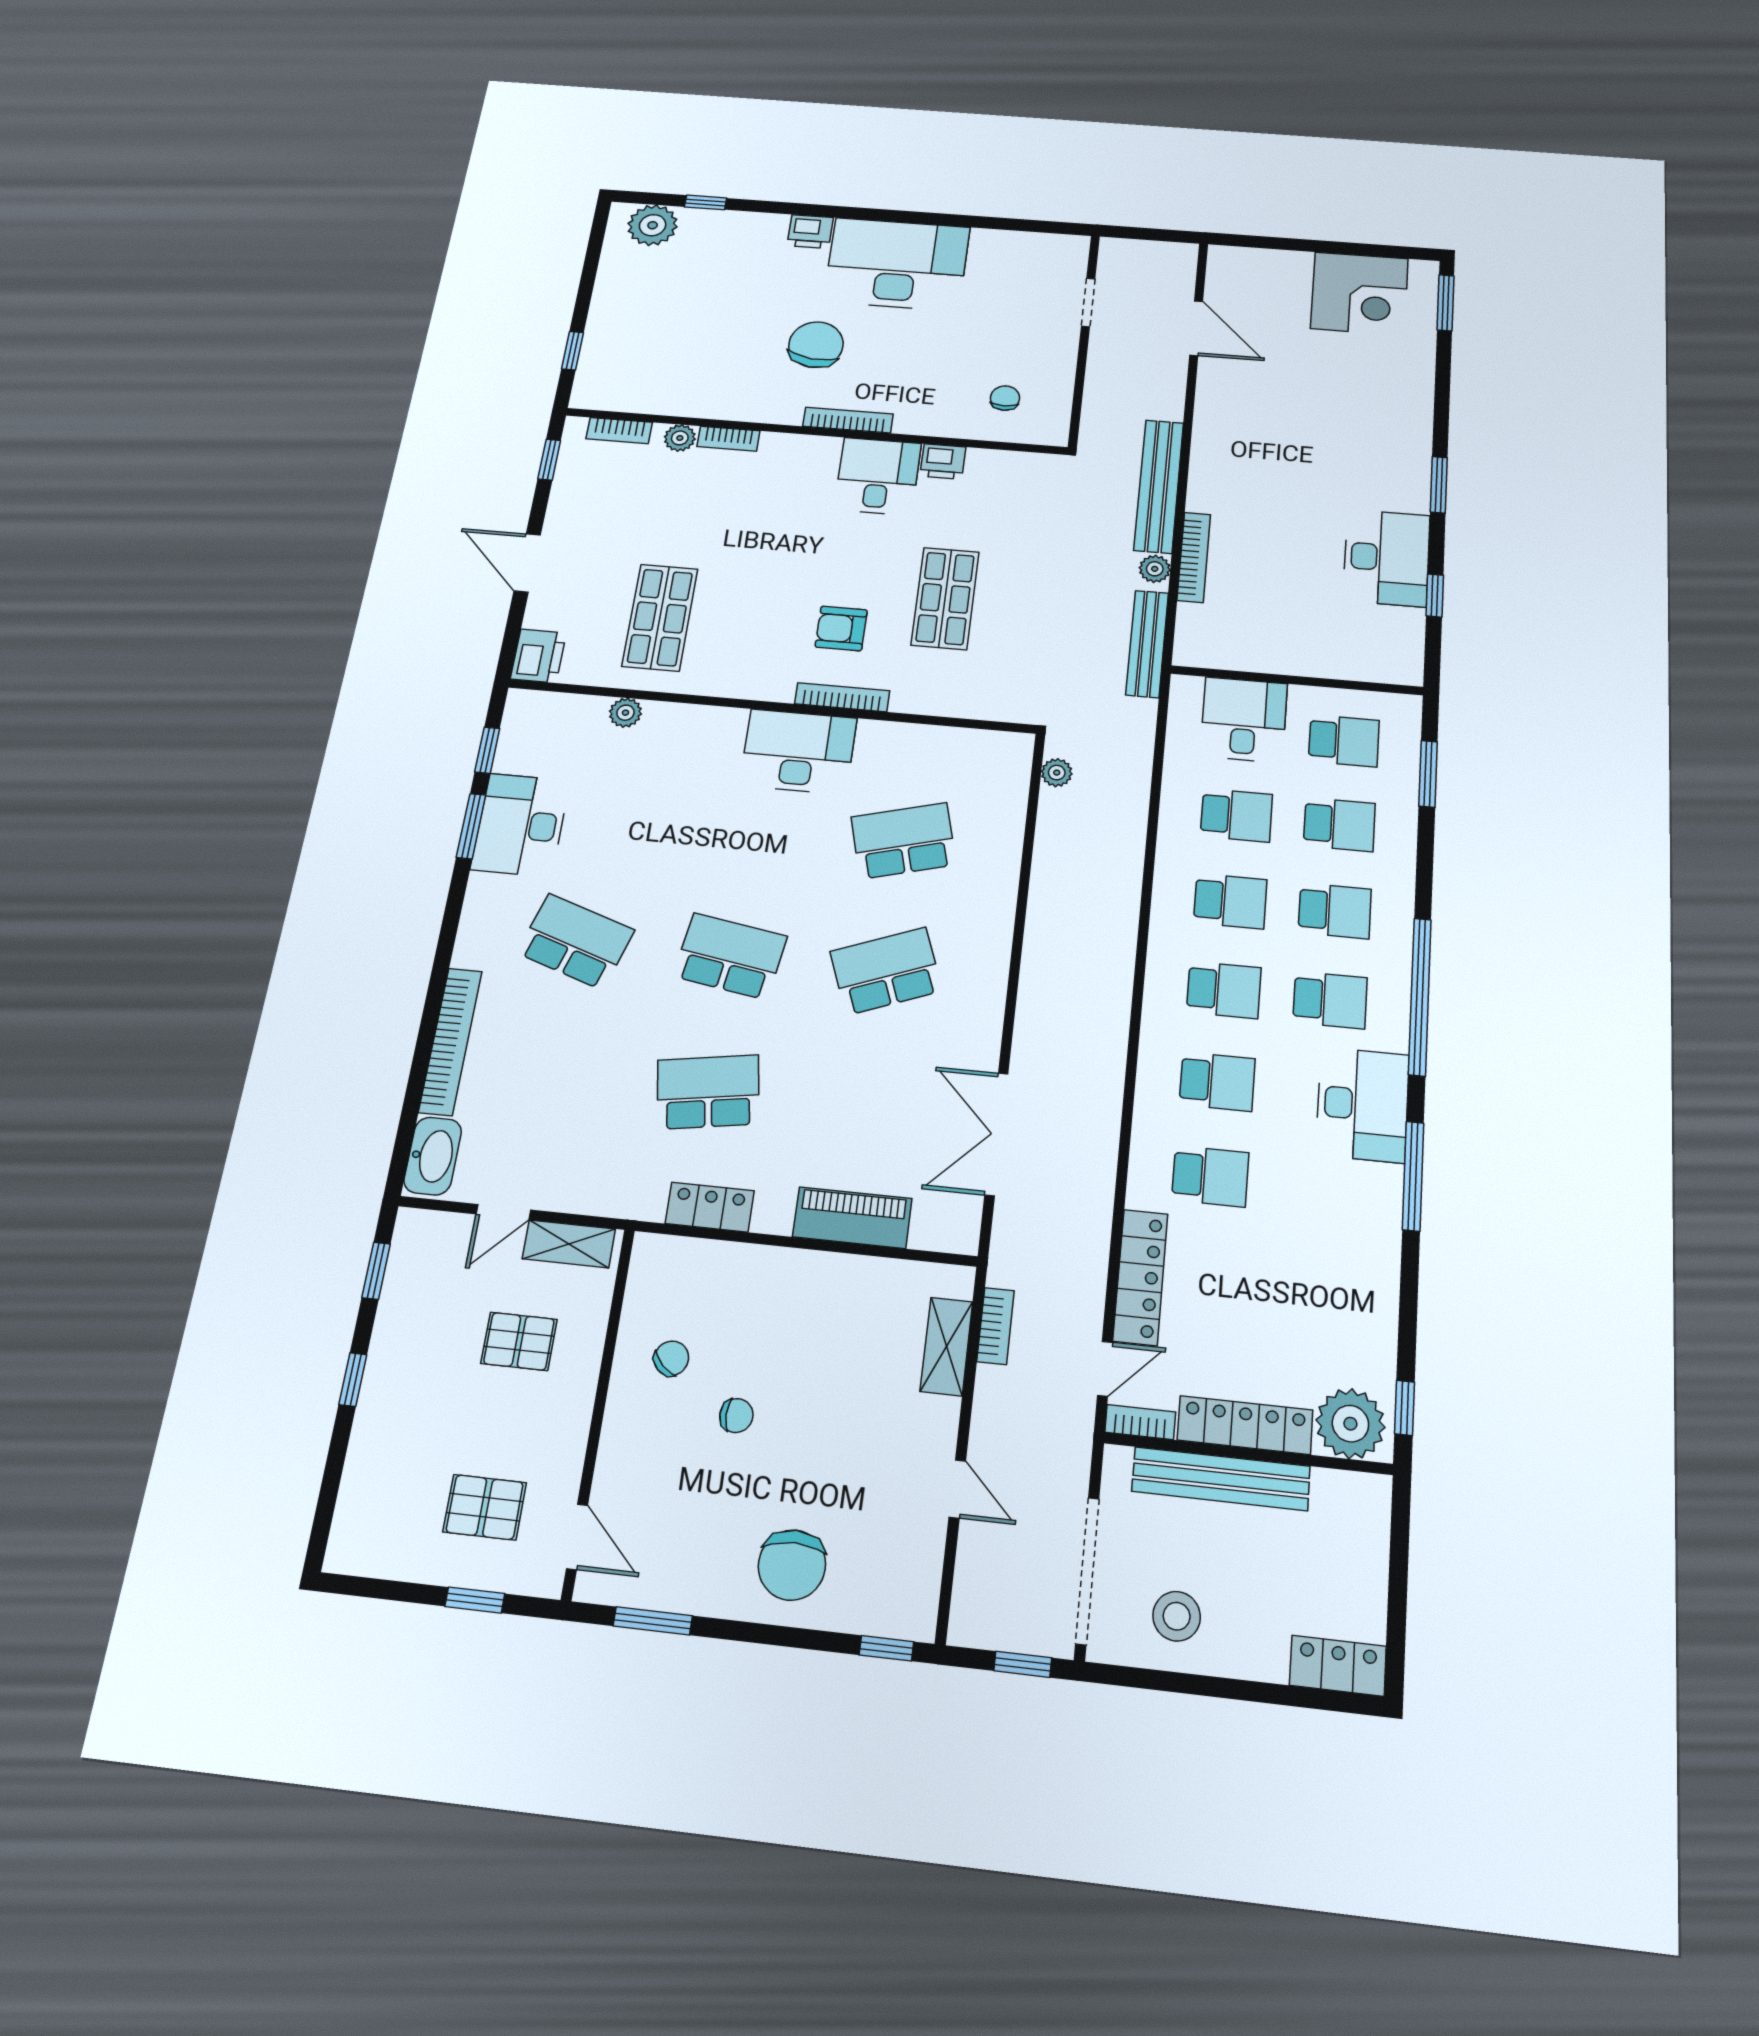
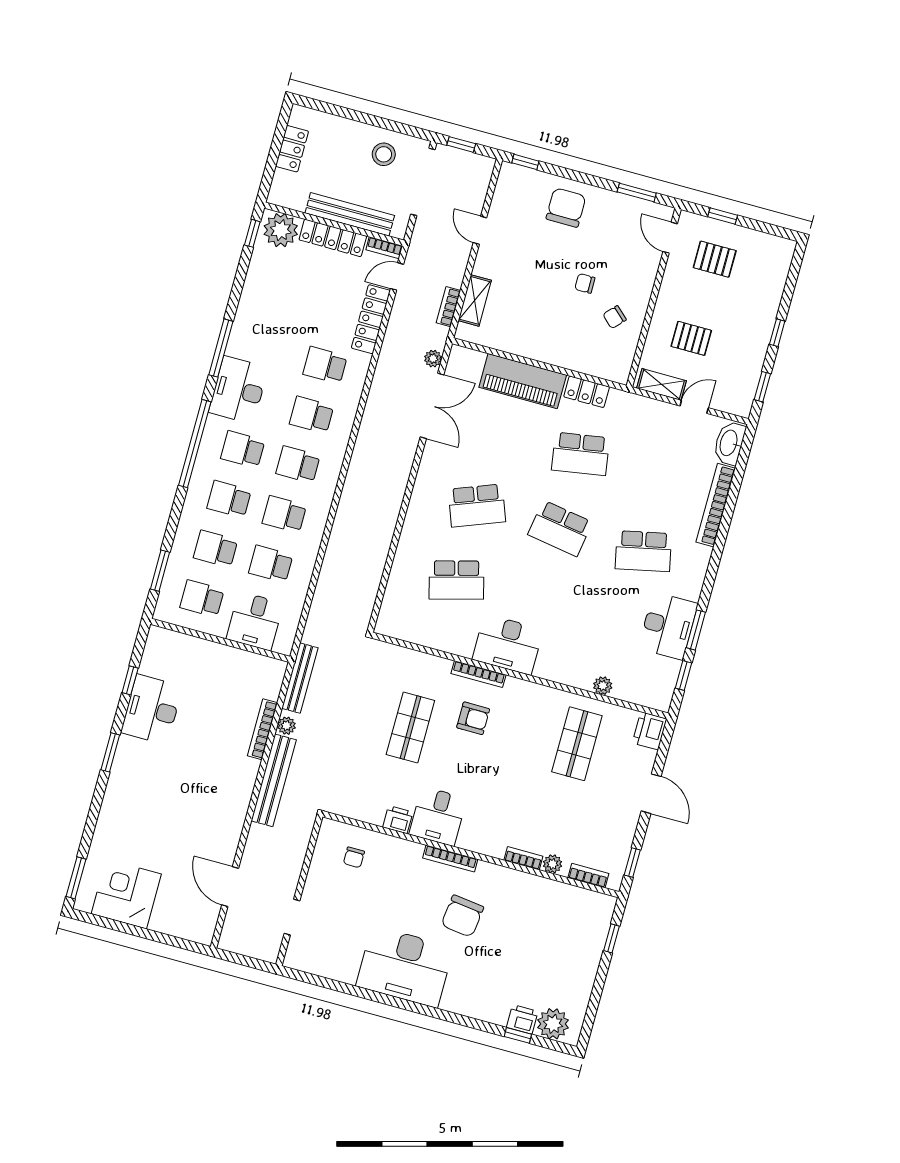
printer: (810, 232) -> (522, 1019), moved
plant: (1057, 773) -> (433, 359), moved
school desk: (576, 941) -> (643, 551), turned -30
piano: (852, 1218) -> (523, 381), width x1.37, depth x1.33
locker: (1338, 1666) -> (292, 149), moved, turned -90

